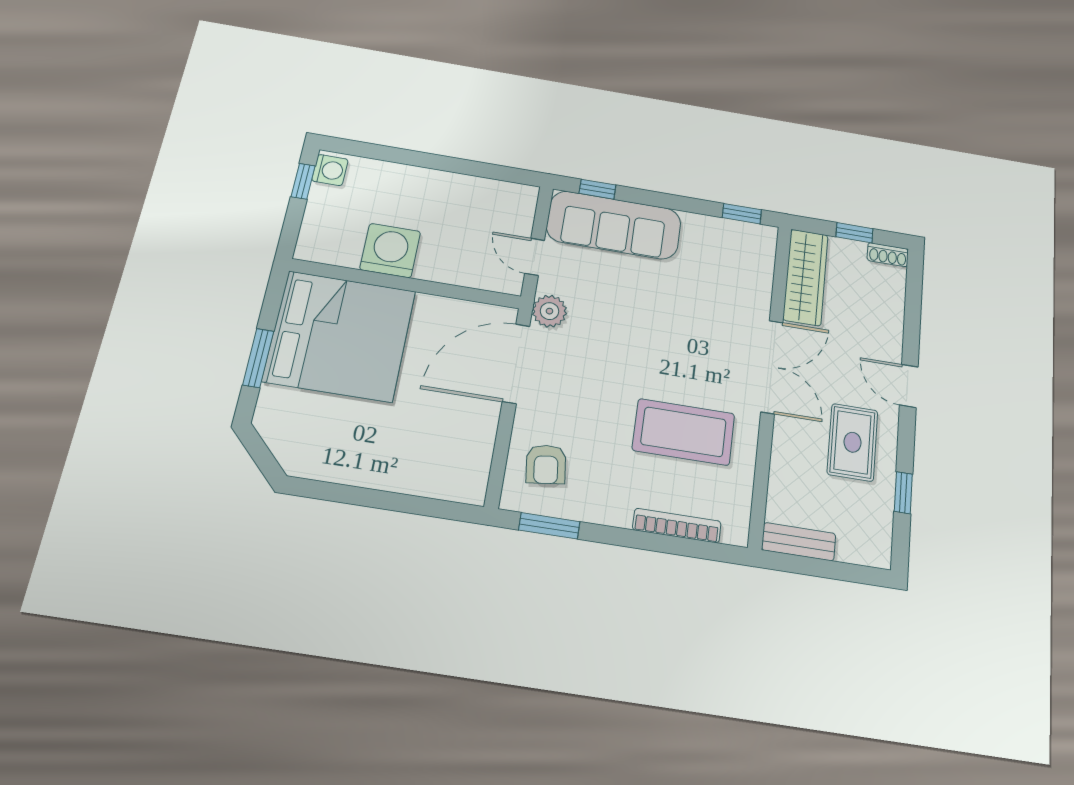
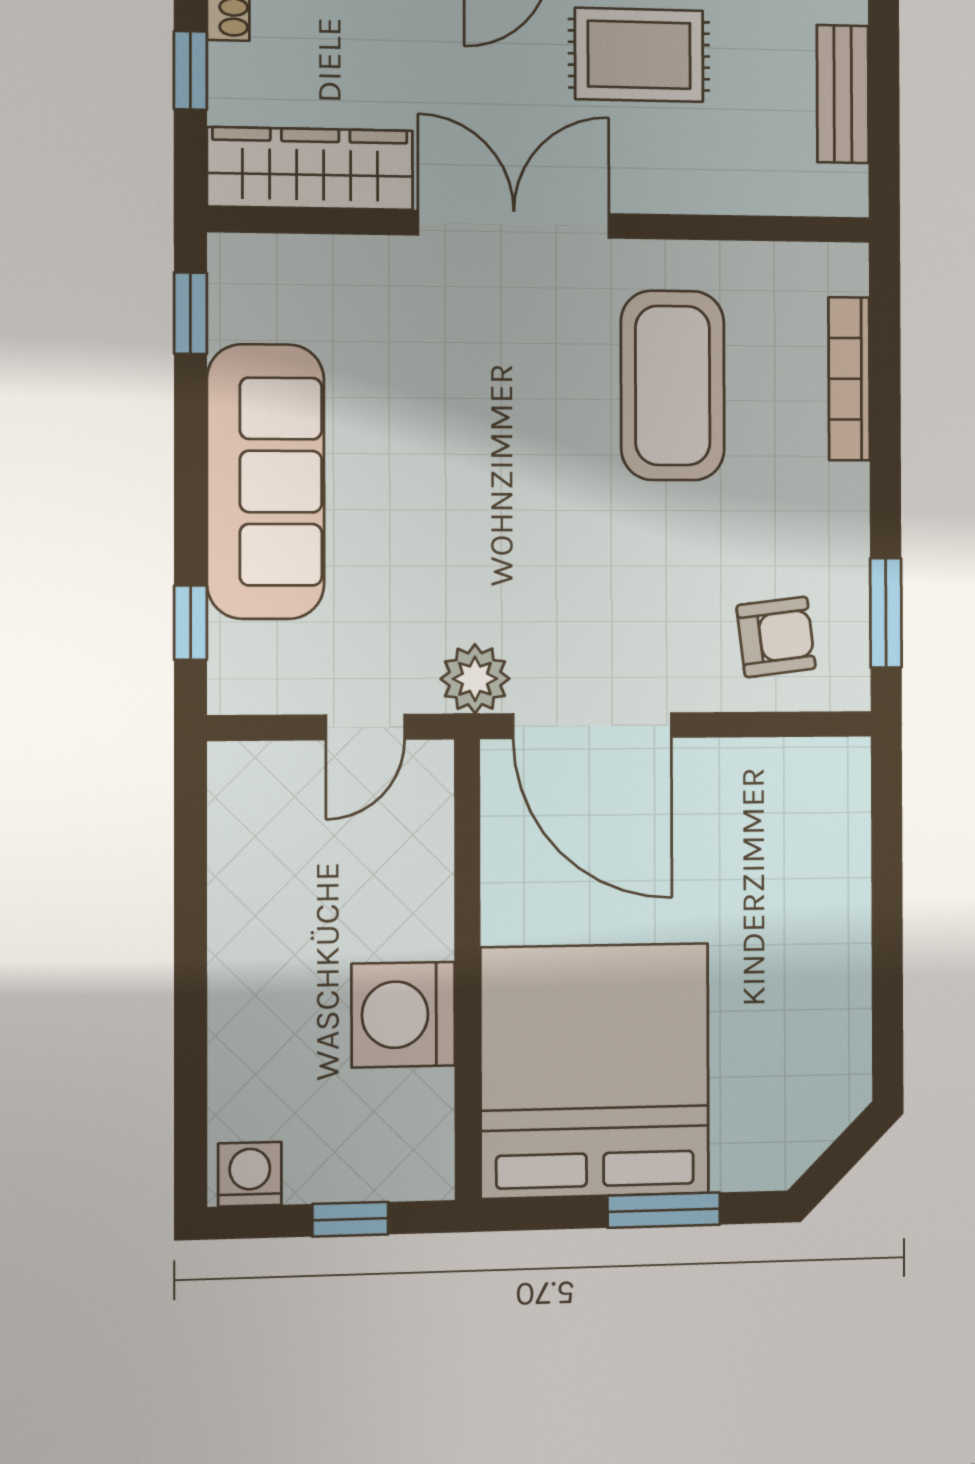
window: (303, 181) -> (350, 1219), moved
sofa: (614, 225) -> (266, 482), moved
bench: (799, 542) -> (843, 94), moved

